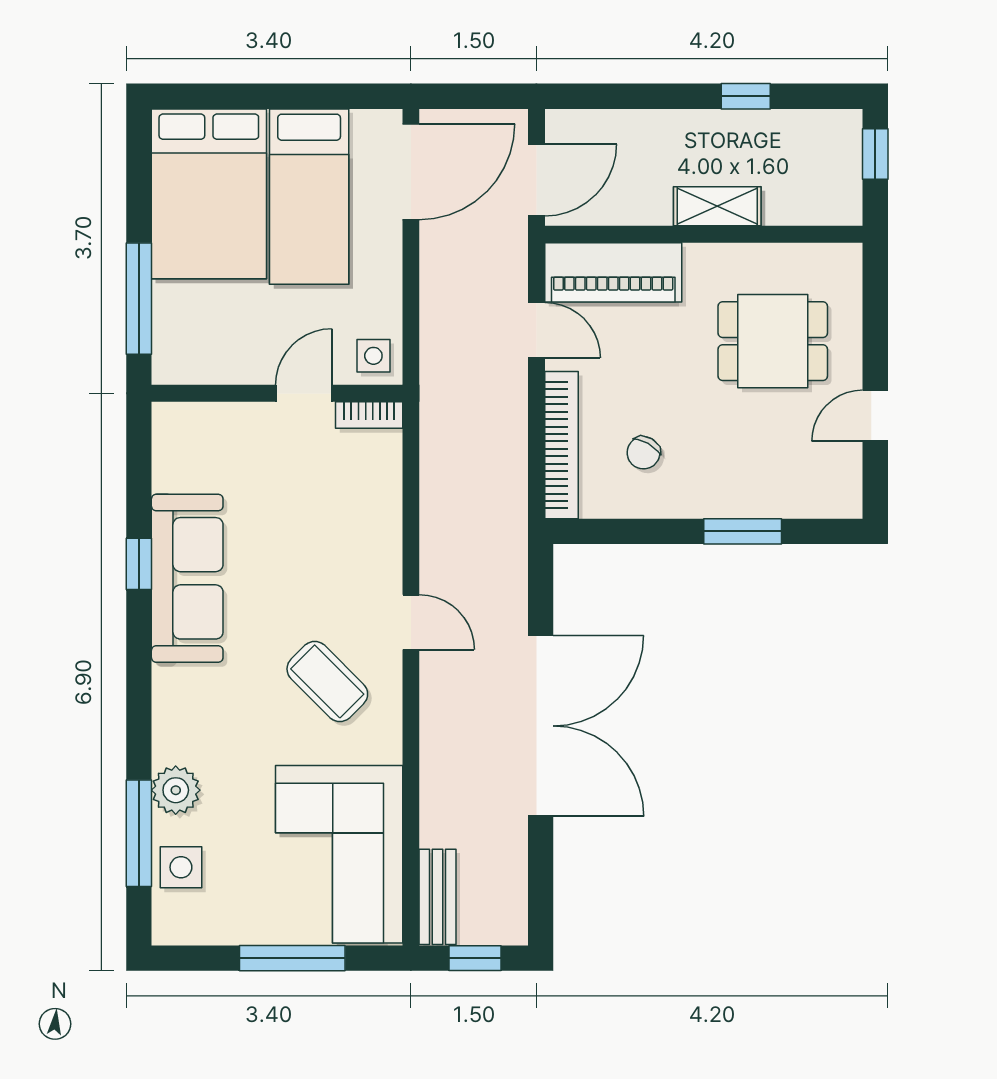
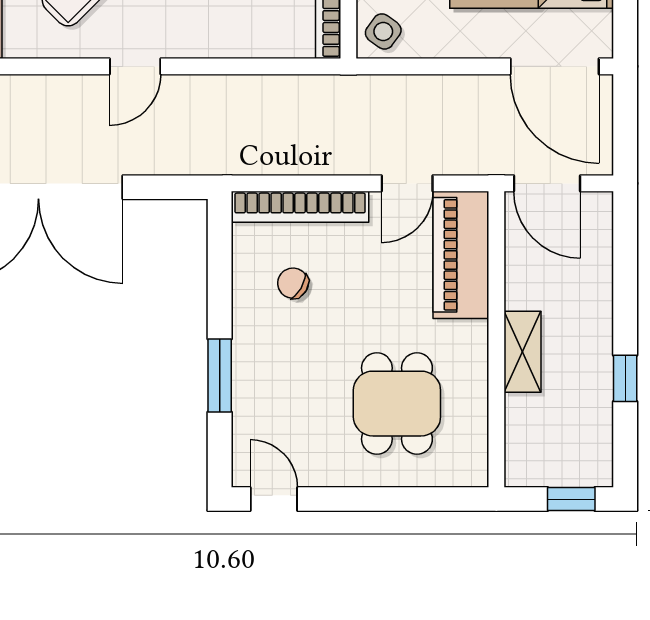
side table: (373, 356) -> (383, 31), turned 36
door: (875, 416) -> (274, 499), moved

